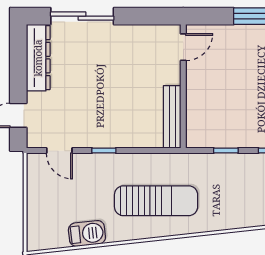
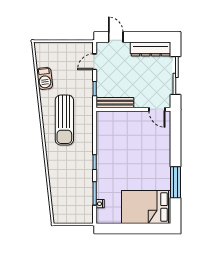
door: (183, 47) -> (157, 109), moved
wall: (183, 86) -> (133, 109), moved
bench: (172, 117) -> (115, 103), moved

